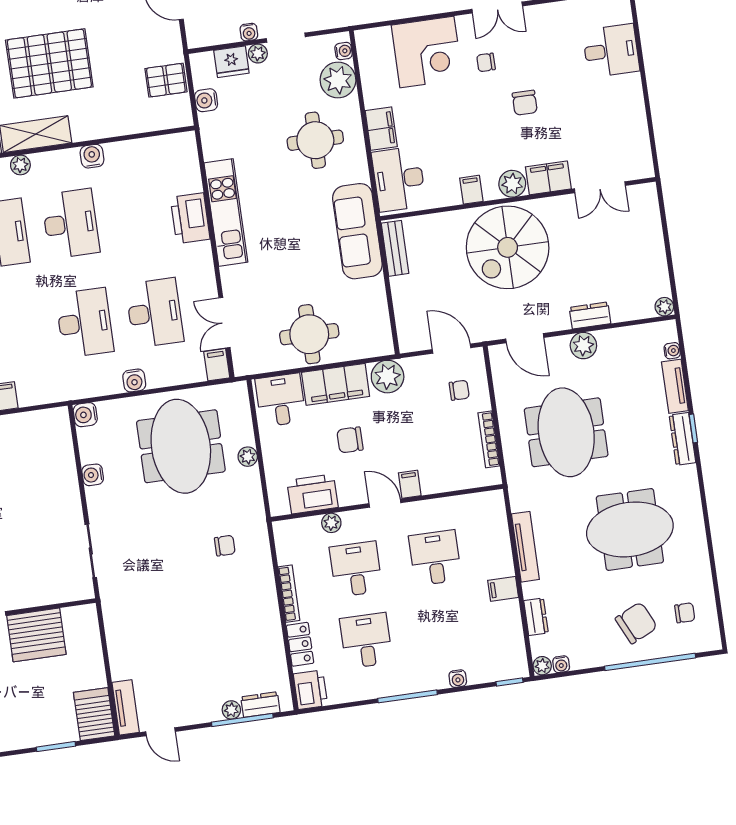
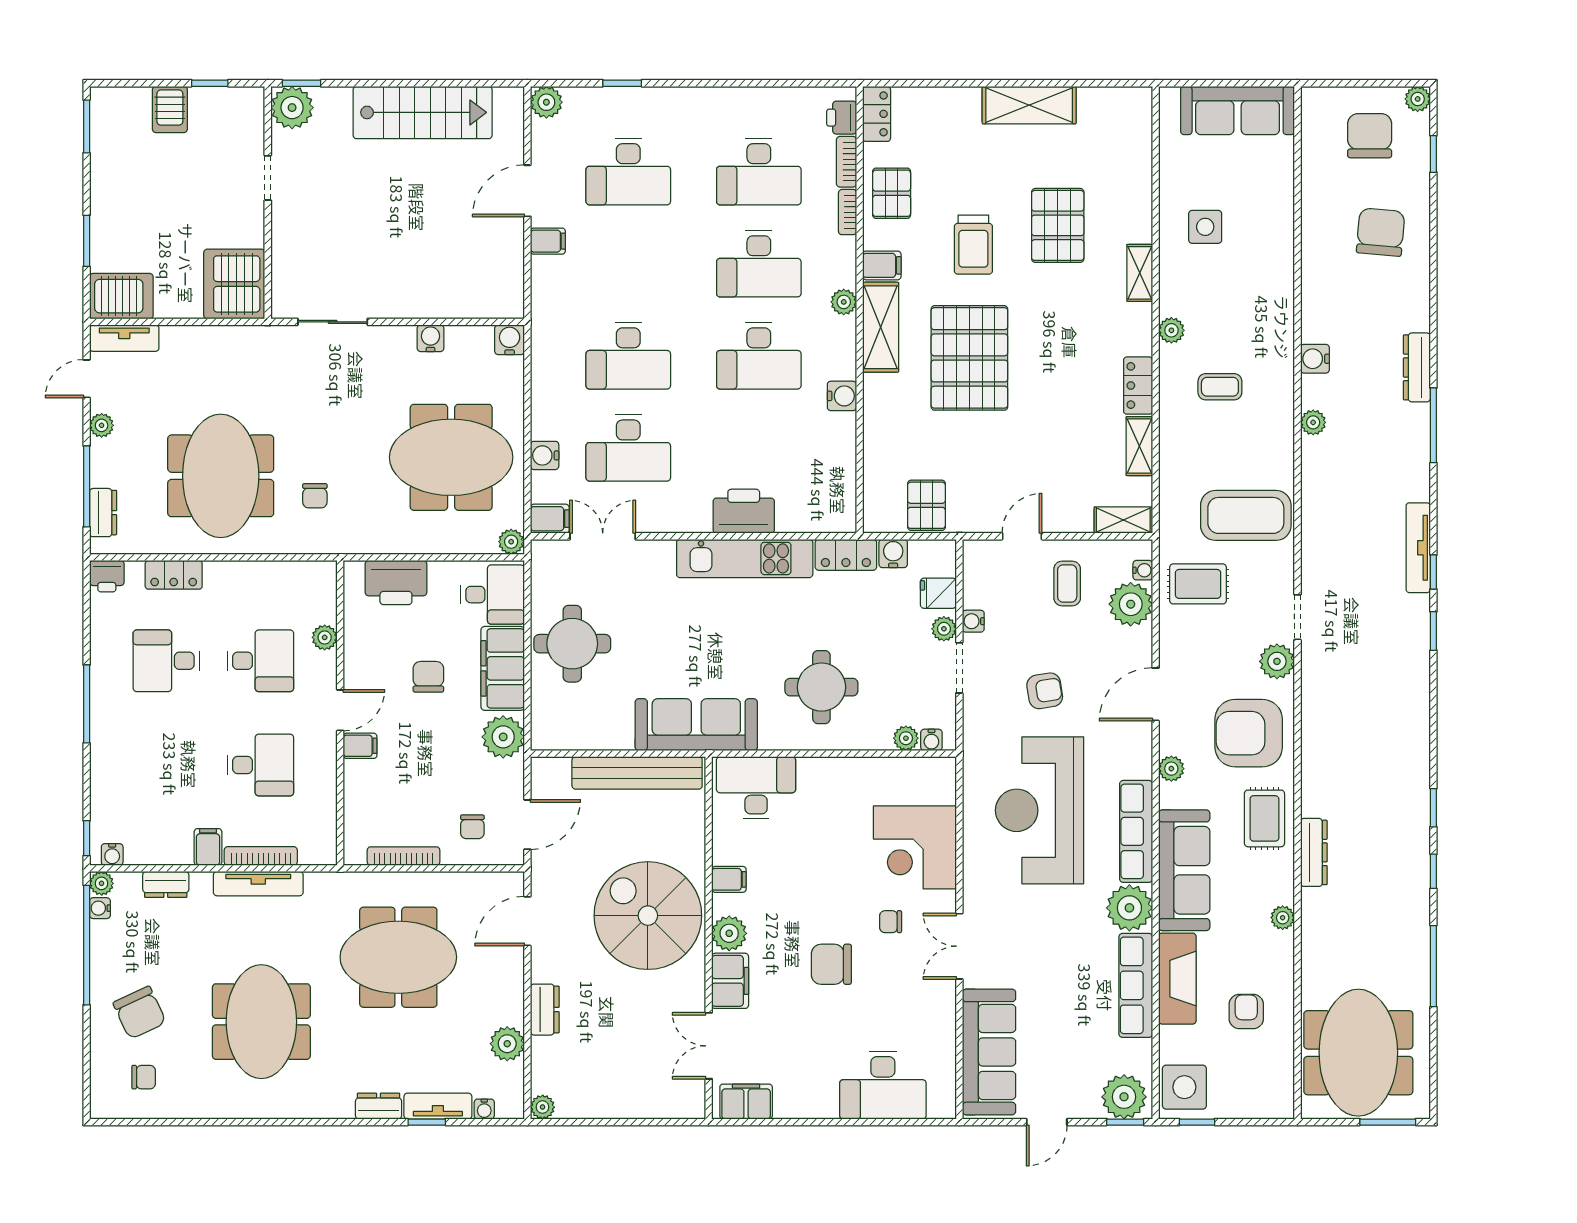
desk: (611, 51) -> (883, 1085), width x1.37
fridge: (231, 62) -> (938, 593), width x0.72
chair: (486, 62) -> (891, 922), turned -90
plant: (338, 80) -> (906, 738), width x0.53, depth x0.53
chair: (525, 103) -> (831, 964), width x1.37, depth x1.37
filing cabinet: (381, 129) -> (746, 1102), moved, turned 180
locker: (212, 136) -> (846, 555), added
bench: (395, 248) -> (637, 773), width x1.86, depth x1.21
plant: (583, 346) -> (507, 1044), moved
water cooler: (134, 380) -> (545, 455), moved
window: (693, 428) -> (427, 1122), moved
dresser: (682, 439) -> (379, 1106), width x0.70
plant: (248, 457) -> (511, 542), moved
printer: (313, 494) -> (396, 583), moved, turned 90
bookcase: (289, 594) -> (261, 856), moved, turned 180
chair: (685, 613) -> (144, 1077), turned -90
meeting table: (220, 619) -> (221, 476), added
server rack: (36, 635) -> (234, 284), moved
desk: (366, 641) -> (166, 661), turned 180
window: (650, 662) -> (87, 945), moved
water cooler: (458, 679) -> (112, 855), moved, turned -90
printer: (310, 690) -> (107, 576), width x0.73, depth x0.81
plant: (231, 710) -> (102, 425), moved

